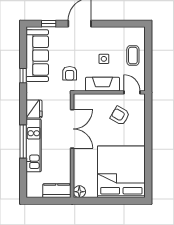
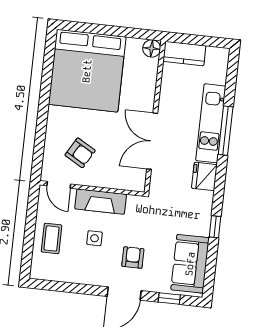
sofa: (37, 56) -> (190, 264), width x0.73
armchair: (70, 73) -> (133, 257), moved

